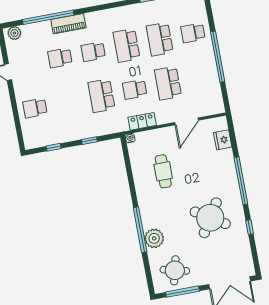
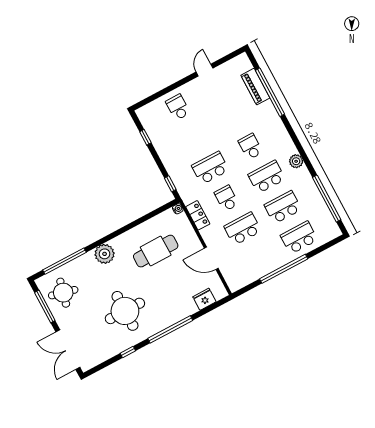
piano: (68, 24) -> (255, 87), moved
plant: (14, 33) -> (296, 161), moved
school desk: (193, 33) -> (299, 238), width x1.85
school desk: (60, 58) -> (234, 116), removed
window: (89, 141) -> (170, 184), moved
cafe table: (163, 171) -> (156, 251), width x1.37, depth x1.35
round table: (210, 218) -> (125, 311), turned -32
window: (140, 230) -> (64, 261), moved
plant: (154, 238) -> (105, 254), moved

